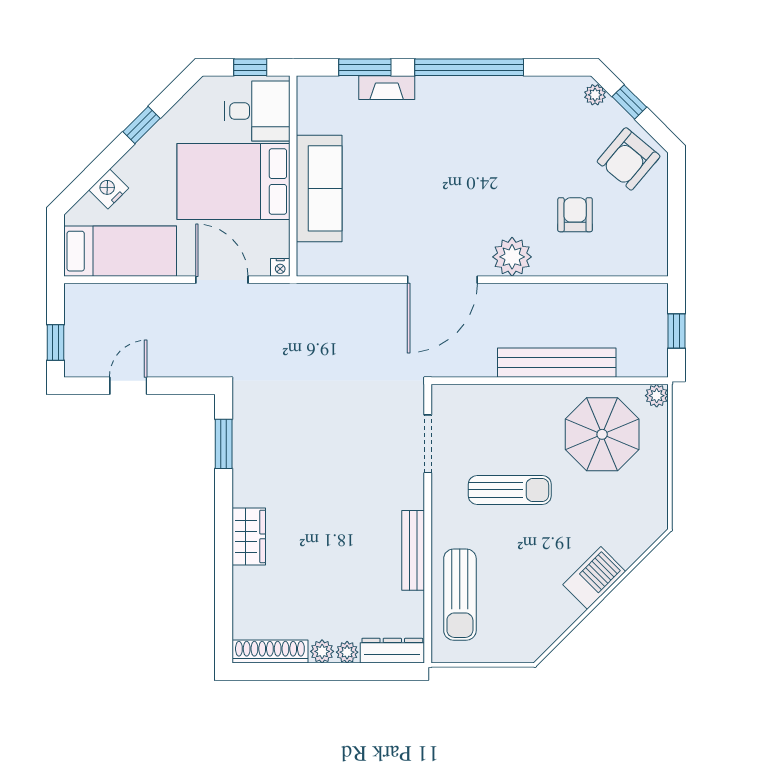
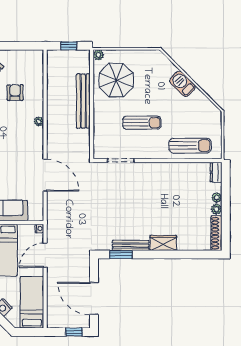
armchair: (575, 215) -> (15, 93), turned 90
plant: (512, 257) -> (39, 122), width x0.53, depth x0.53
door: (442, 280) -> (45, 175), moved
door: (128, 386) -> (94, 298), width x1.88
sun lounger: (510, 490) -> (142, 123), turned 90
bench: (413, 550) -> (131, 245), moved
dresser: (392, 651) -> (216, 172), width x0.70

